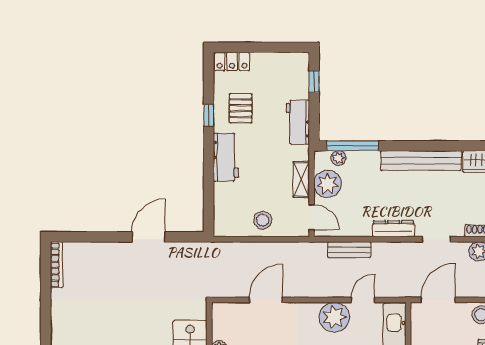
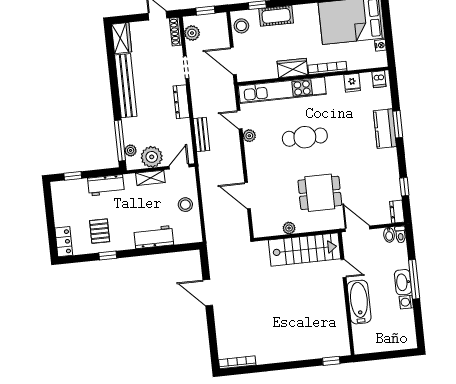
pallet: (241, 108) -> (100, 231), turned 90
workbench: (226, 157) -> (154, 237), moved
plant: (334, 317) -> (249, 136), width x0.53, depth x0.53

